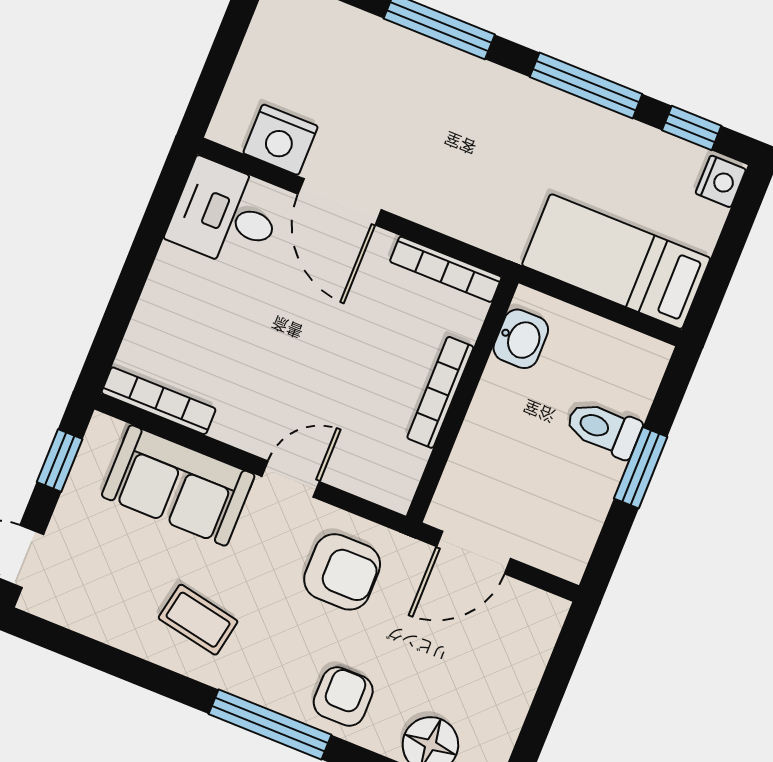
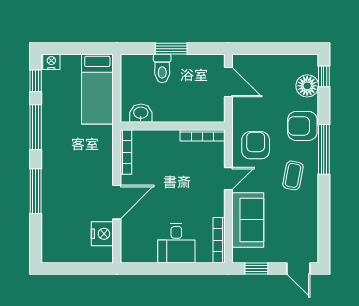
desk: (226, 215) -> (176, 243), moved
bookcase: (440, 392) -> (202, 135), moved
door: (291, 479) -> (228, 179), swing flipped
door: (474, 552) -> (228, 82), moved
coffee table: (198, 620) -> (293, 175), moved
armchair: (343, 697) -> (302, 126), width x1.38, depth x1.38

